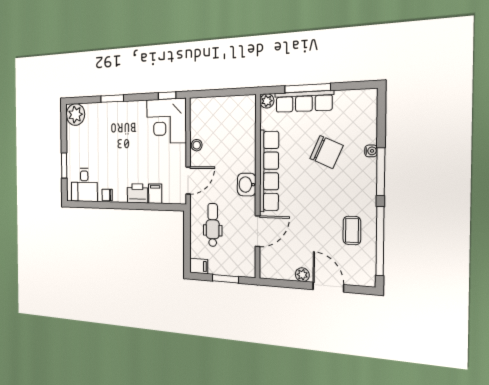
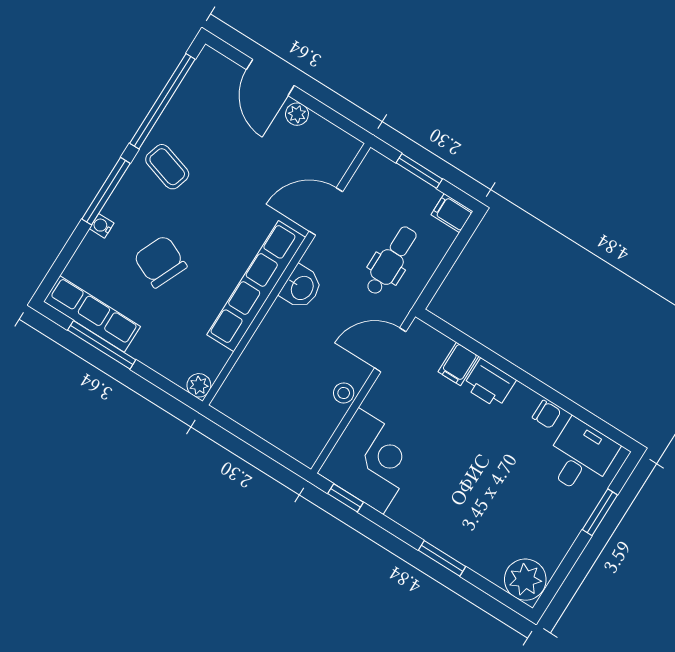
window: (307, 88) -> (102, 345), moved
row of seats: (304, 102) -> (92, 314), moved
dental chair: (213, 225) -> (391, 261), turned 180
coffee table: (352, 230) -> (167, 167), moved, turned -73

